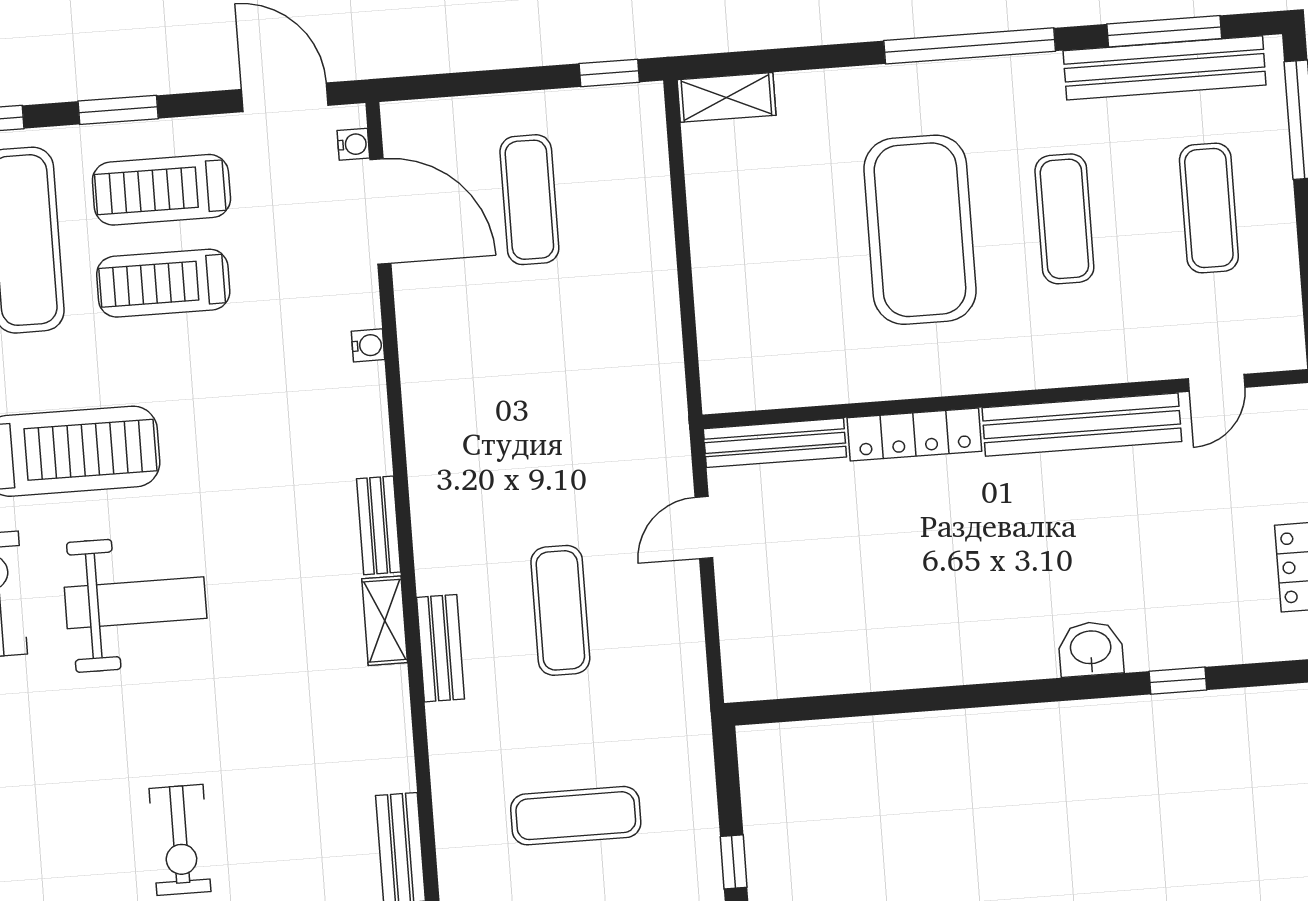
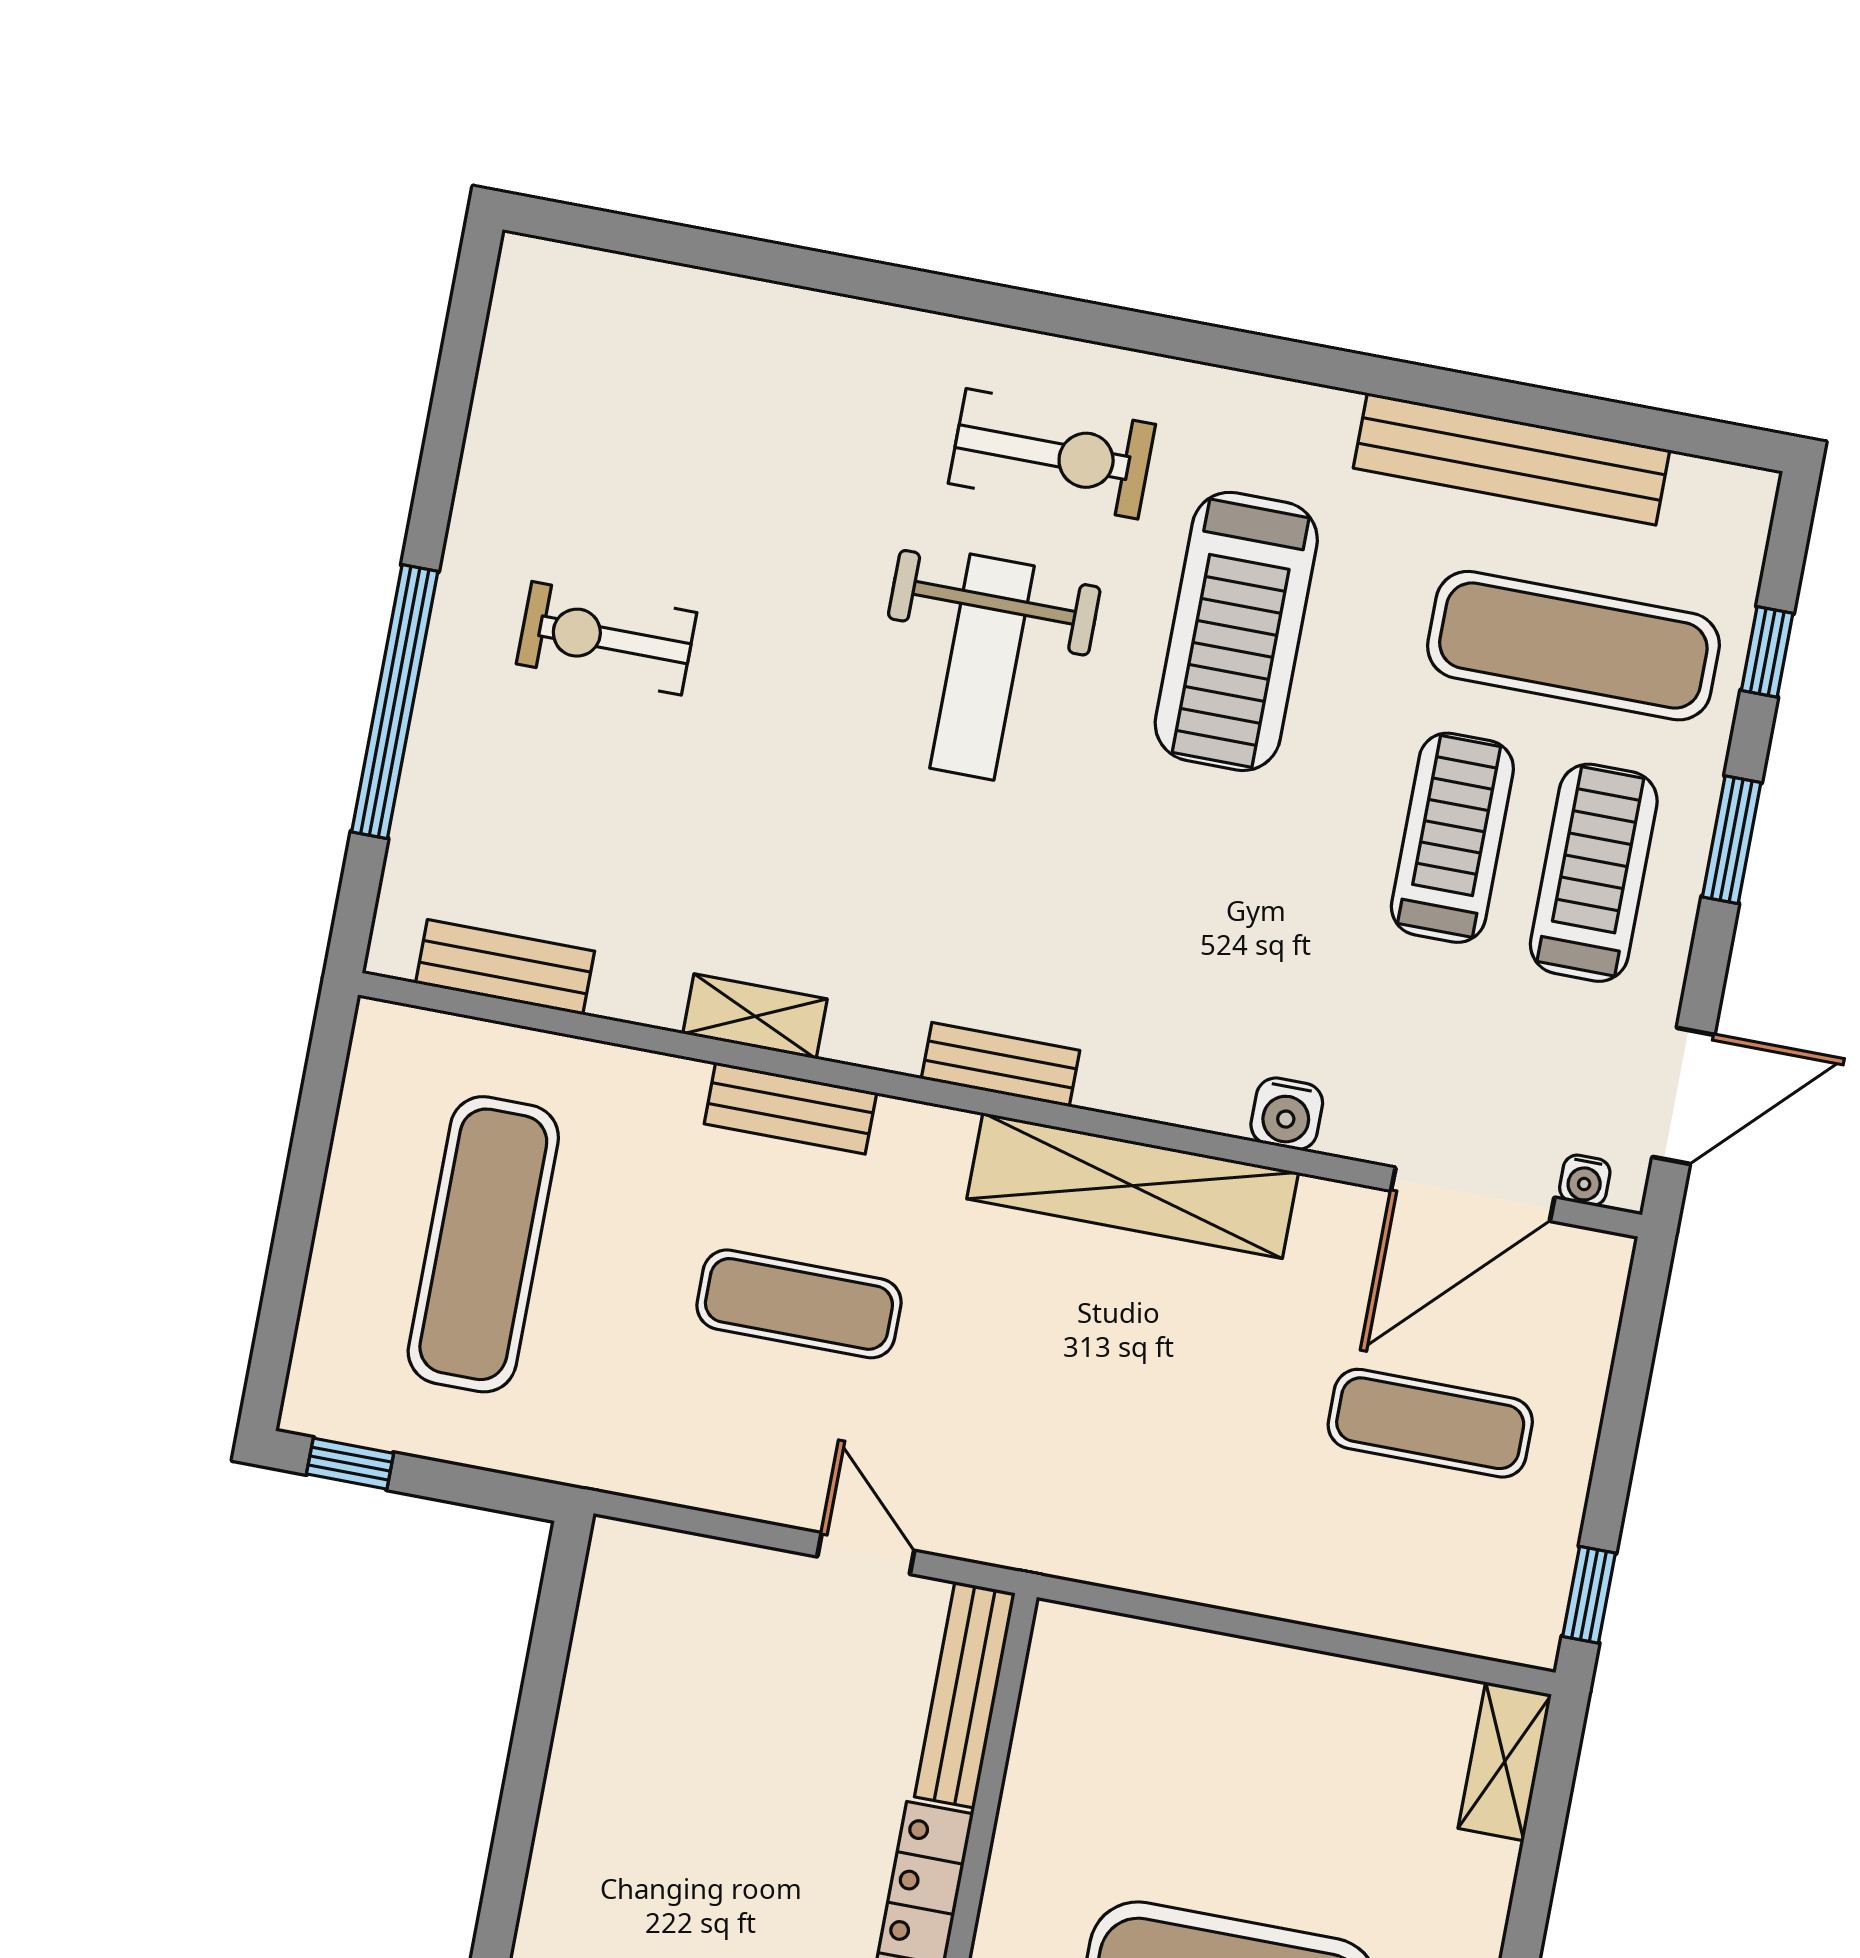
water cooler: (368, 345) -> (1287, 1114), width x1.38, depth x1.38
shelving: (432, 423) -> (1133, 1186), added
shelving: (385, 621) -> (755, 1016), moved
exercise mat: (576, 816) -> (483, 1244), width x1.36, depth x1.45

